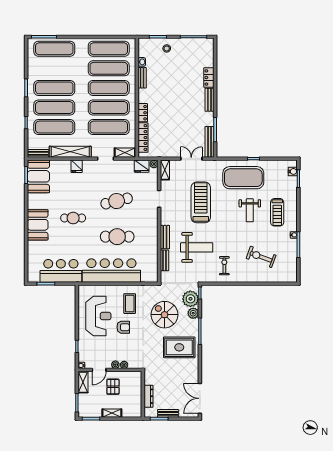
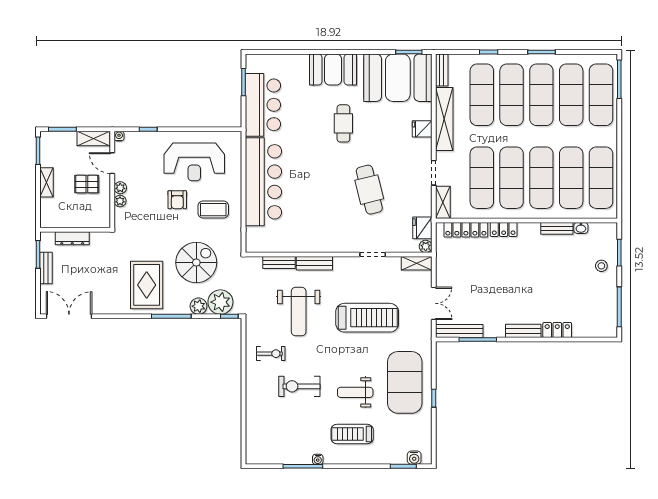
exercise mat: (54, 68) -> (571, 95), added
booth: (38, 176) -> (398, 78), width x1.36, depth x1.42
cafe table: (117, 237) -> (315, 191), removed
exercise bike: (261, 257) -> (299, 386), moved, turned -110

